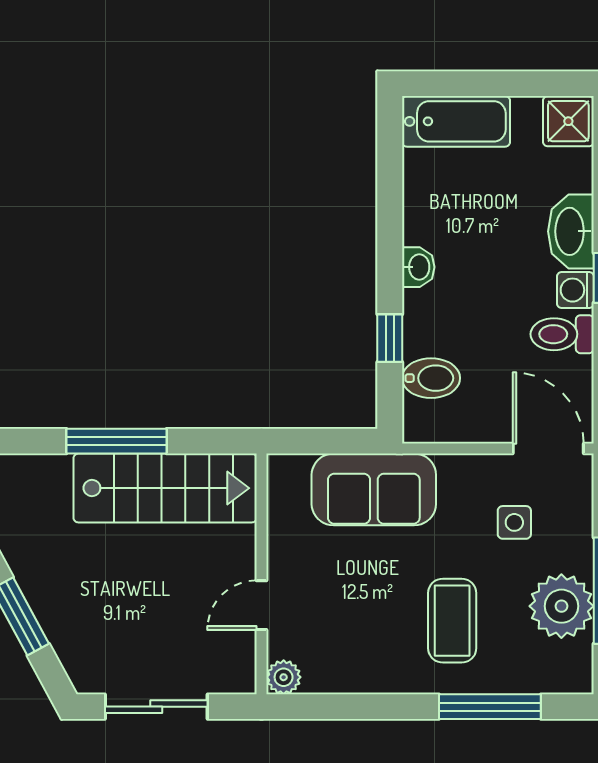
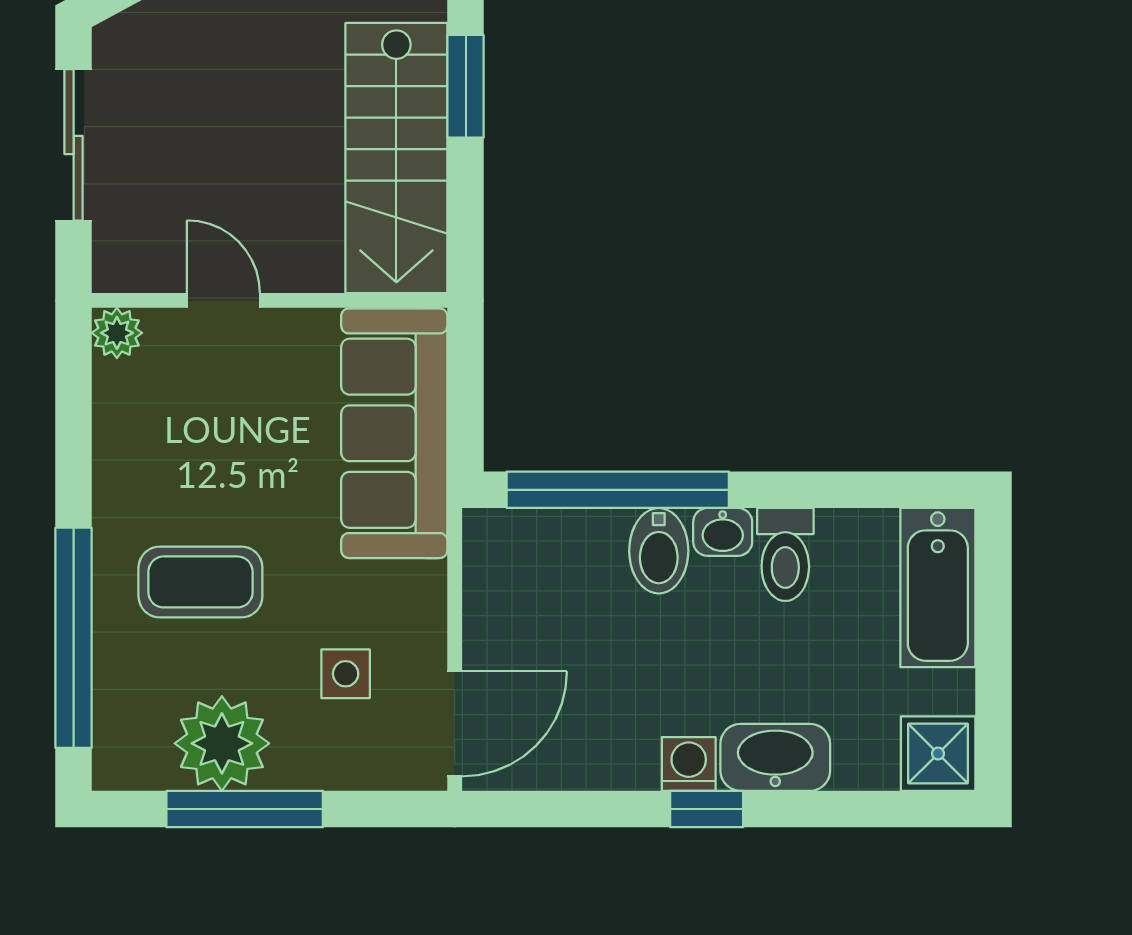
toilet: (562, 334) -> (785, 554), moved, turned 180
window: (390, 338) -> (618, 490), width x3.17
bidet: (431, 378) -> (659, 551), moved
window: (116, 441) -> (466, 86), width x0.69
sofa: (374, 489) -> (394, 433), width x1.36
window: (490, 707) -> (74, 638), width x1.46

